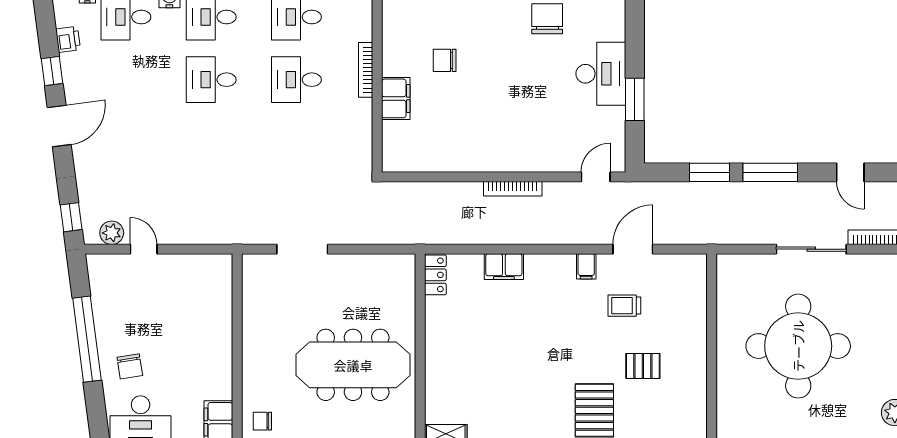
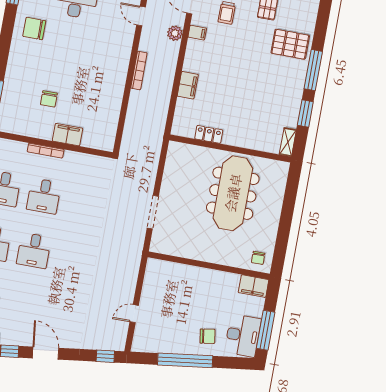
plant: (112, 233) -> (175, 33), moved
locker: (435, 275) -> (209, 134), moved

